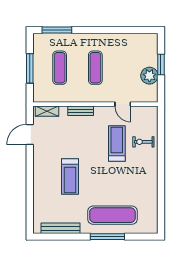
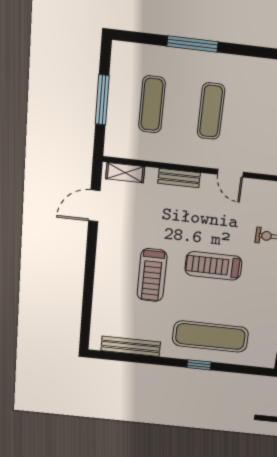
window: (57, 30) -> (192, 44), moved
door: (123, 104) -> (230, 173), moved
treadmill: (117, 144) -> (213, 266), moved, turned -90
window: (107, 237) -> (199, 365), width x0.46

